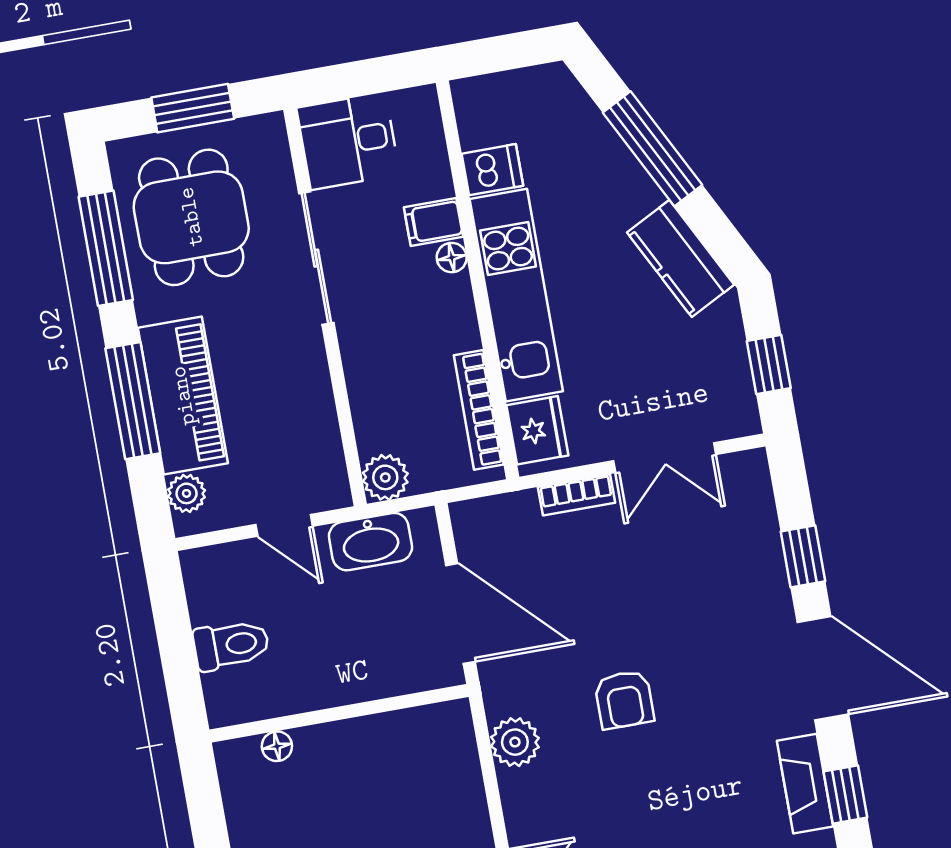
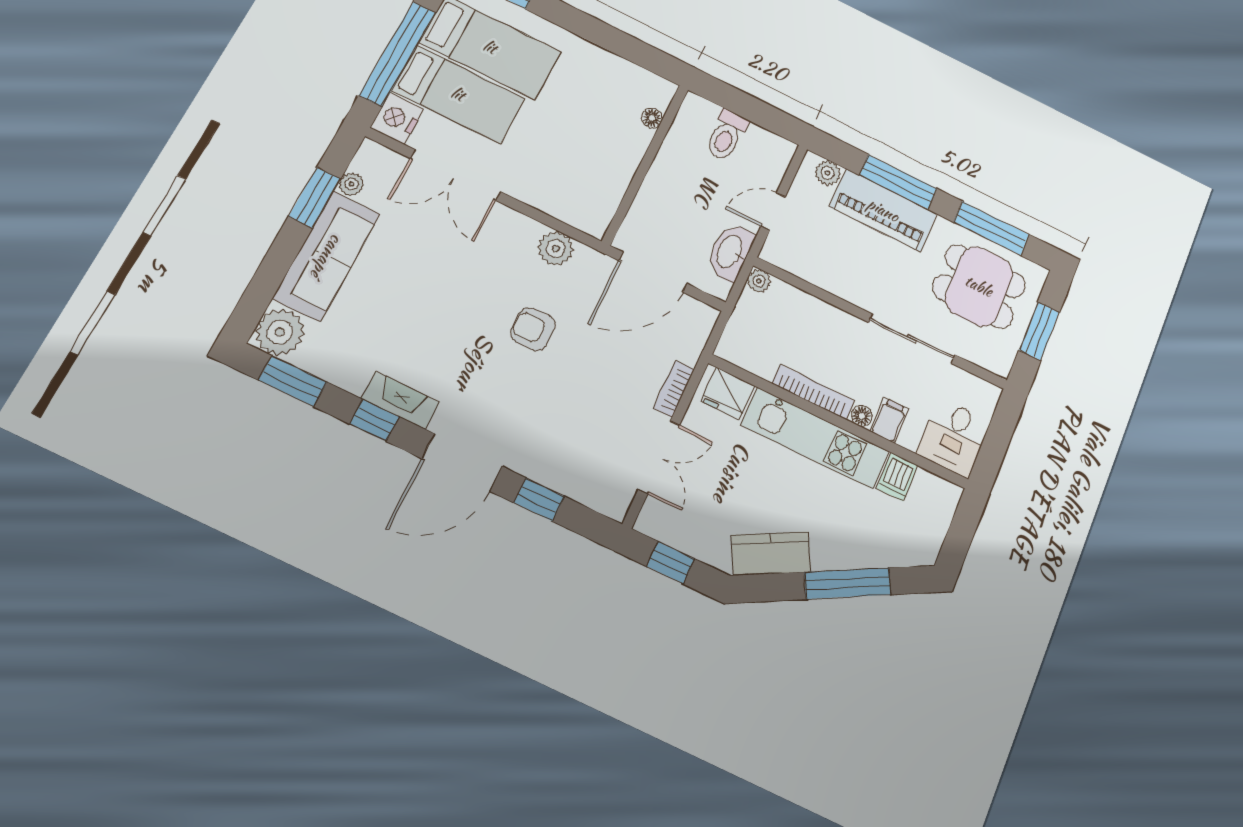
desk: (348, 141) -> (954, 437), moved, turned 180
bookcase: (479, 410) -> (813, 392), moved
double door: (665, 458) -> (659, 457), swing flipped
plant: (385, 477) -> (759, 281), width x0.73, depth x0.73

